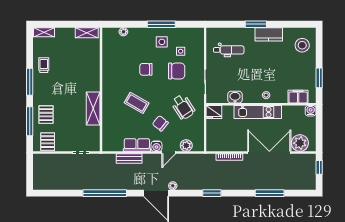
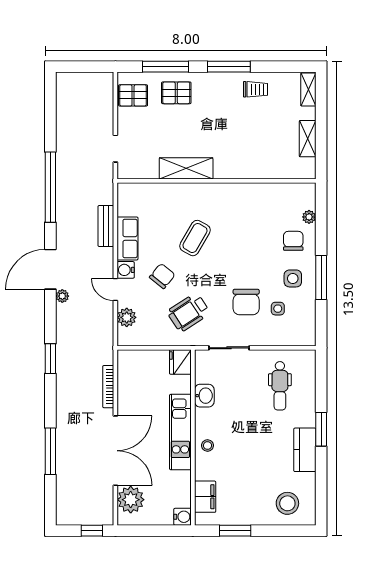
shelving: (87, 33) -> (308, 139), moved
chair: (146, 69) -> (293, 241), moved

